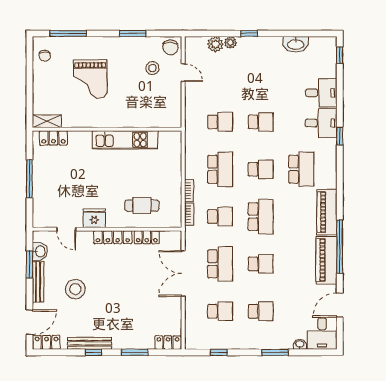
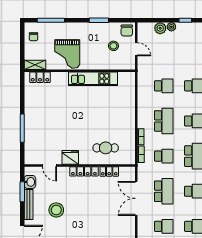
shelving: (47, 121) -> (35, 65), moved
wall: (107, 129) -> (80, 71), moved
locker: (53, 138) -> (40, 77), moved
kitchen unit: (125, 140) -> (93, 79), moved

